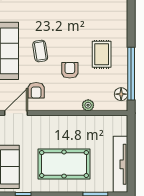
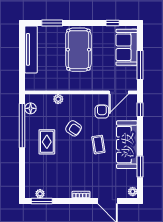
armchair: (70, 70) -> (74, 128), turned -56
pool table: (64, 164) -> (78, 50), turned 90

